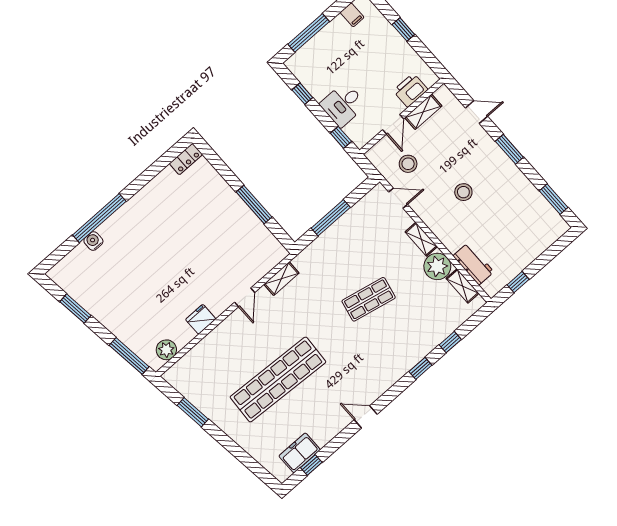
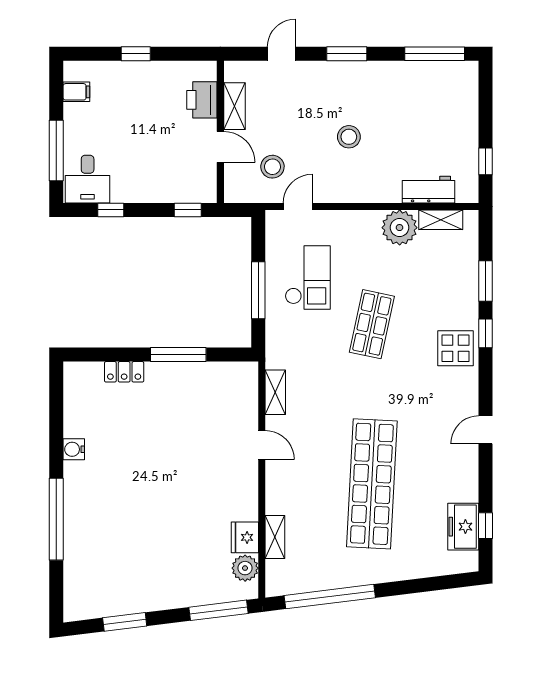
desk: (343, 104) -> (88, 179), moved
locker: (186, 159) -> (124, 372), moved, turned 90
window: (554, 199) -> (435, 54), width x1.44
checkout: (363, 239) -> (308, 277), added
shelving: (421, 239) -> (275, 537), moved, turned 90
water cooler: (93, 241) -> (74, 449), moved
fridge: (201, 319) -> (245, 537), moved
window: (450, 342) -> (485, 281), width x1.50
display table: (397, 359) -> (455, 348), added
window: (193, 412) -> (330, 597), width x2.11

